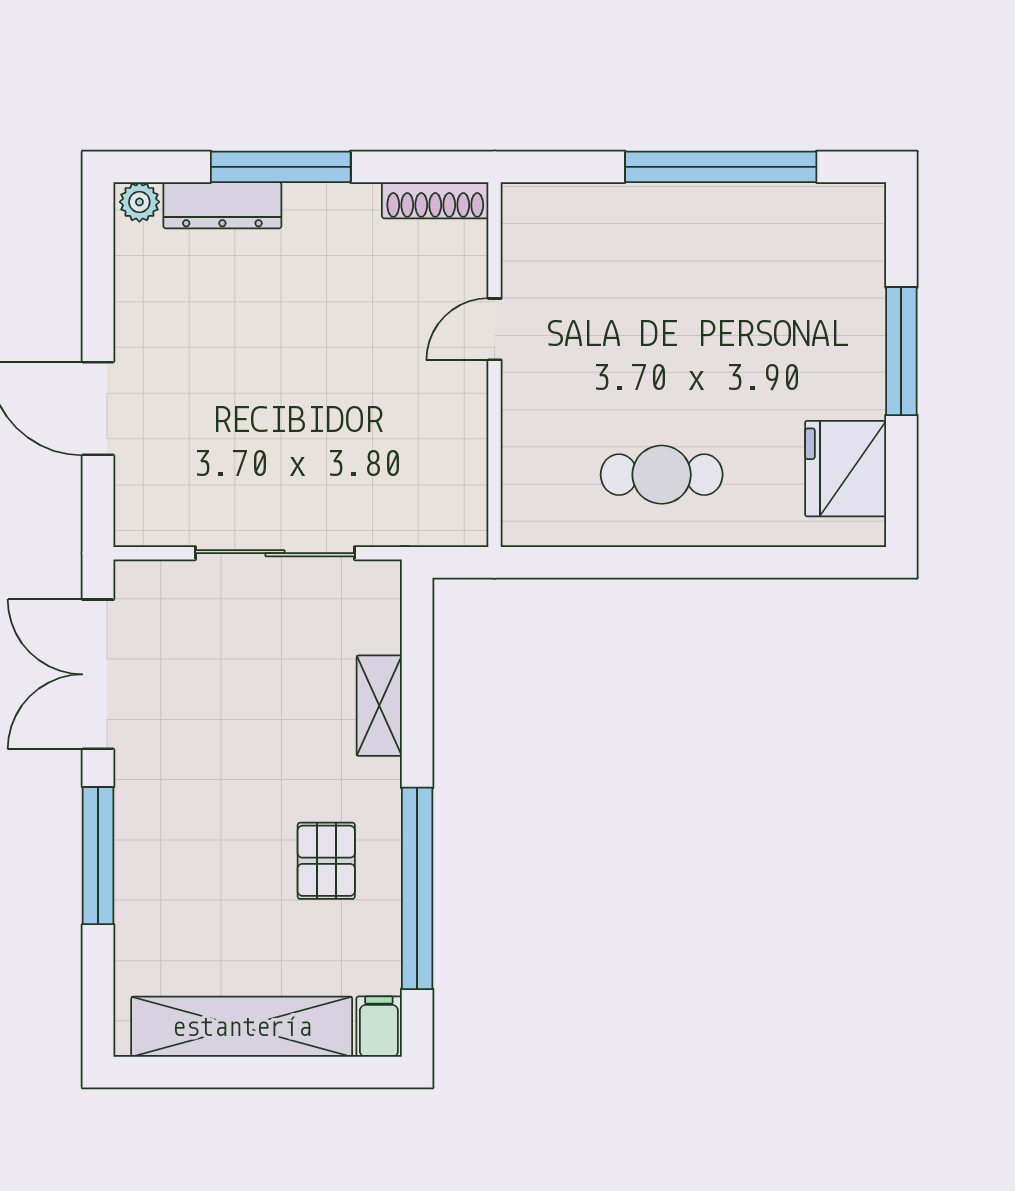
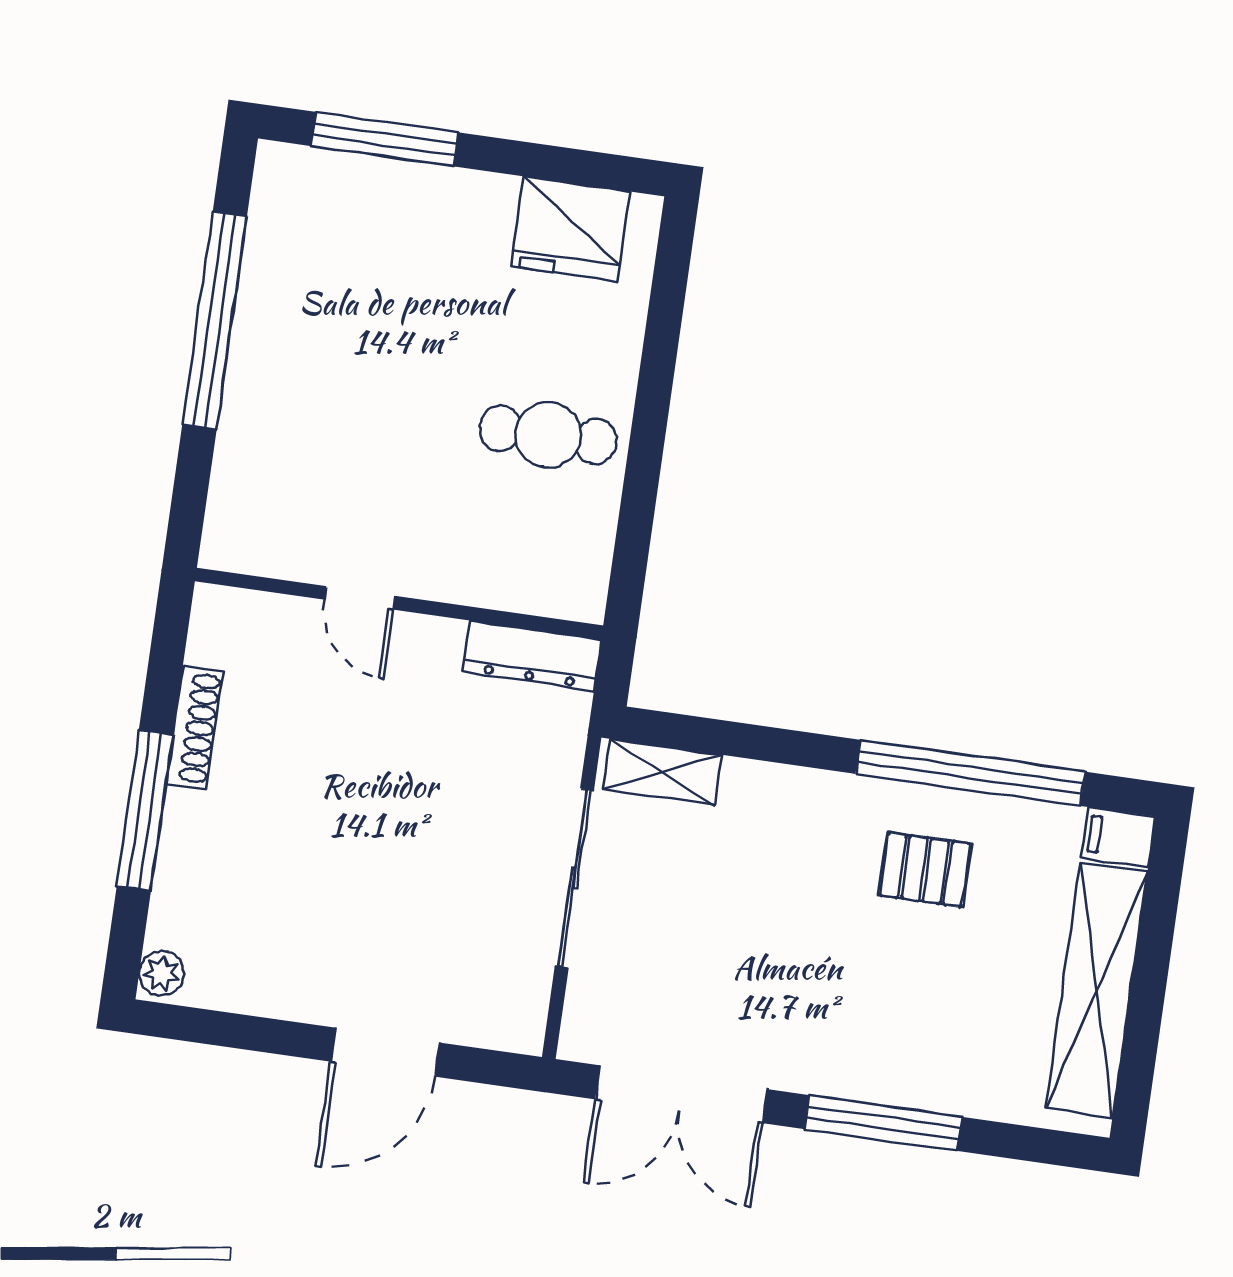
shoe rack: (435, 200) -> (195, 728), moved
dresser: (222, 205) -> (532, 656), moved, turned 90
window: (901, 351) -> (385, 139), moved
cafe table: (662, 475) -> (548, 435), turned 90
shelving: (379, 706) -> (662, 772), moved

